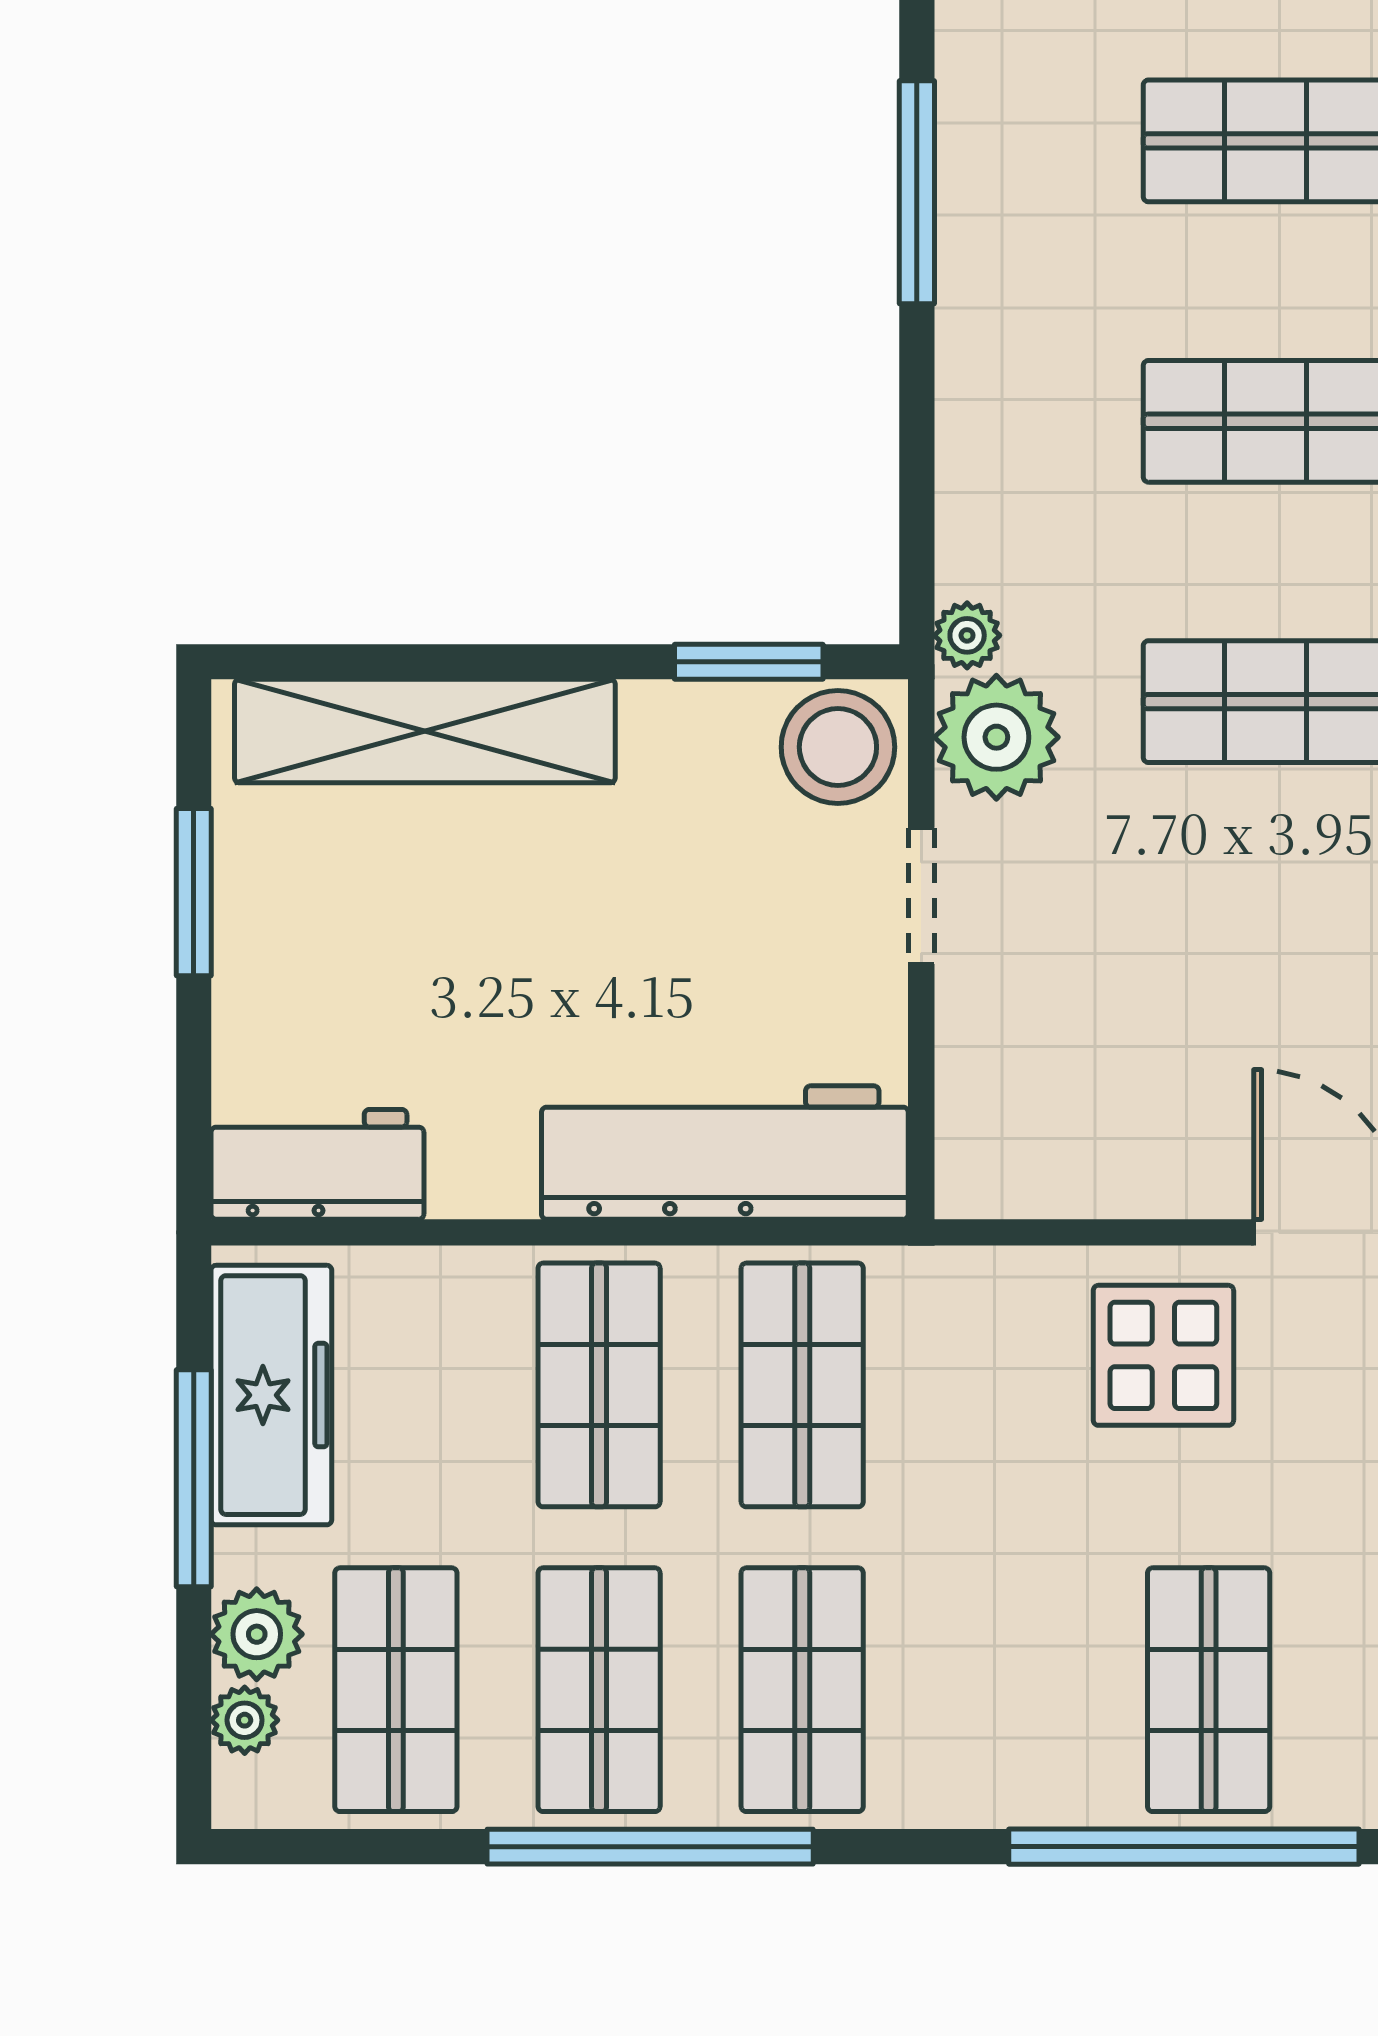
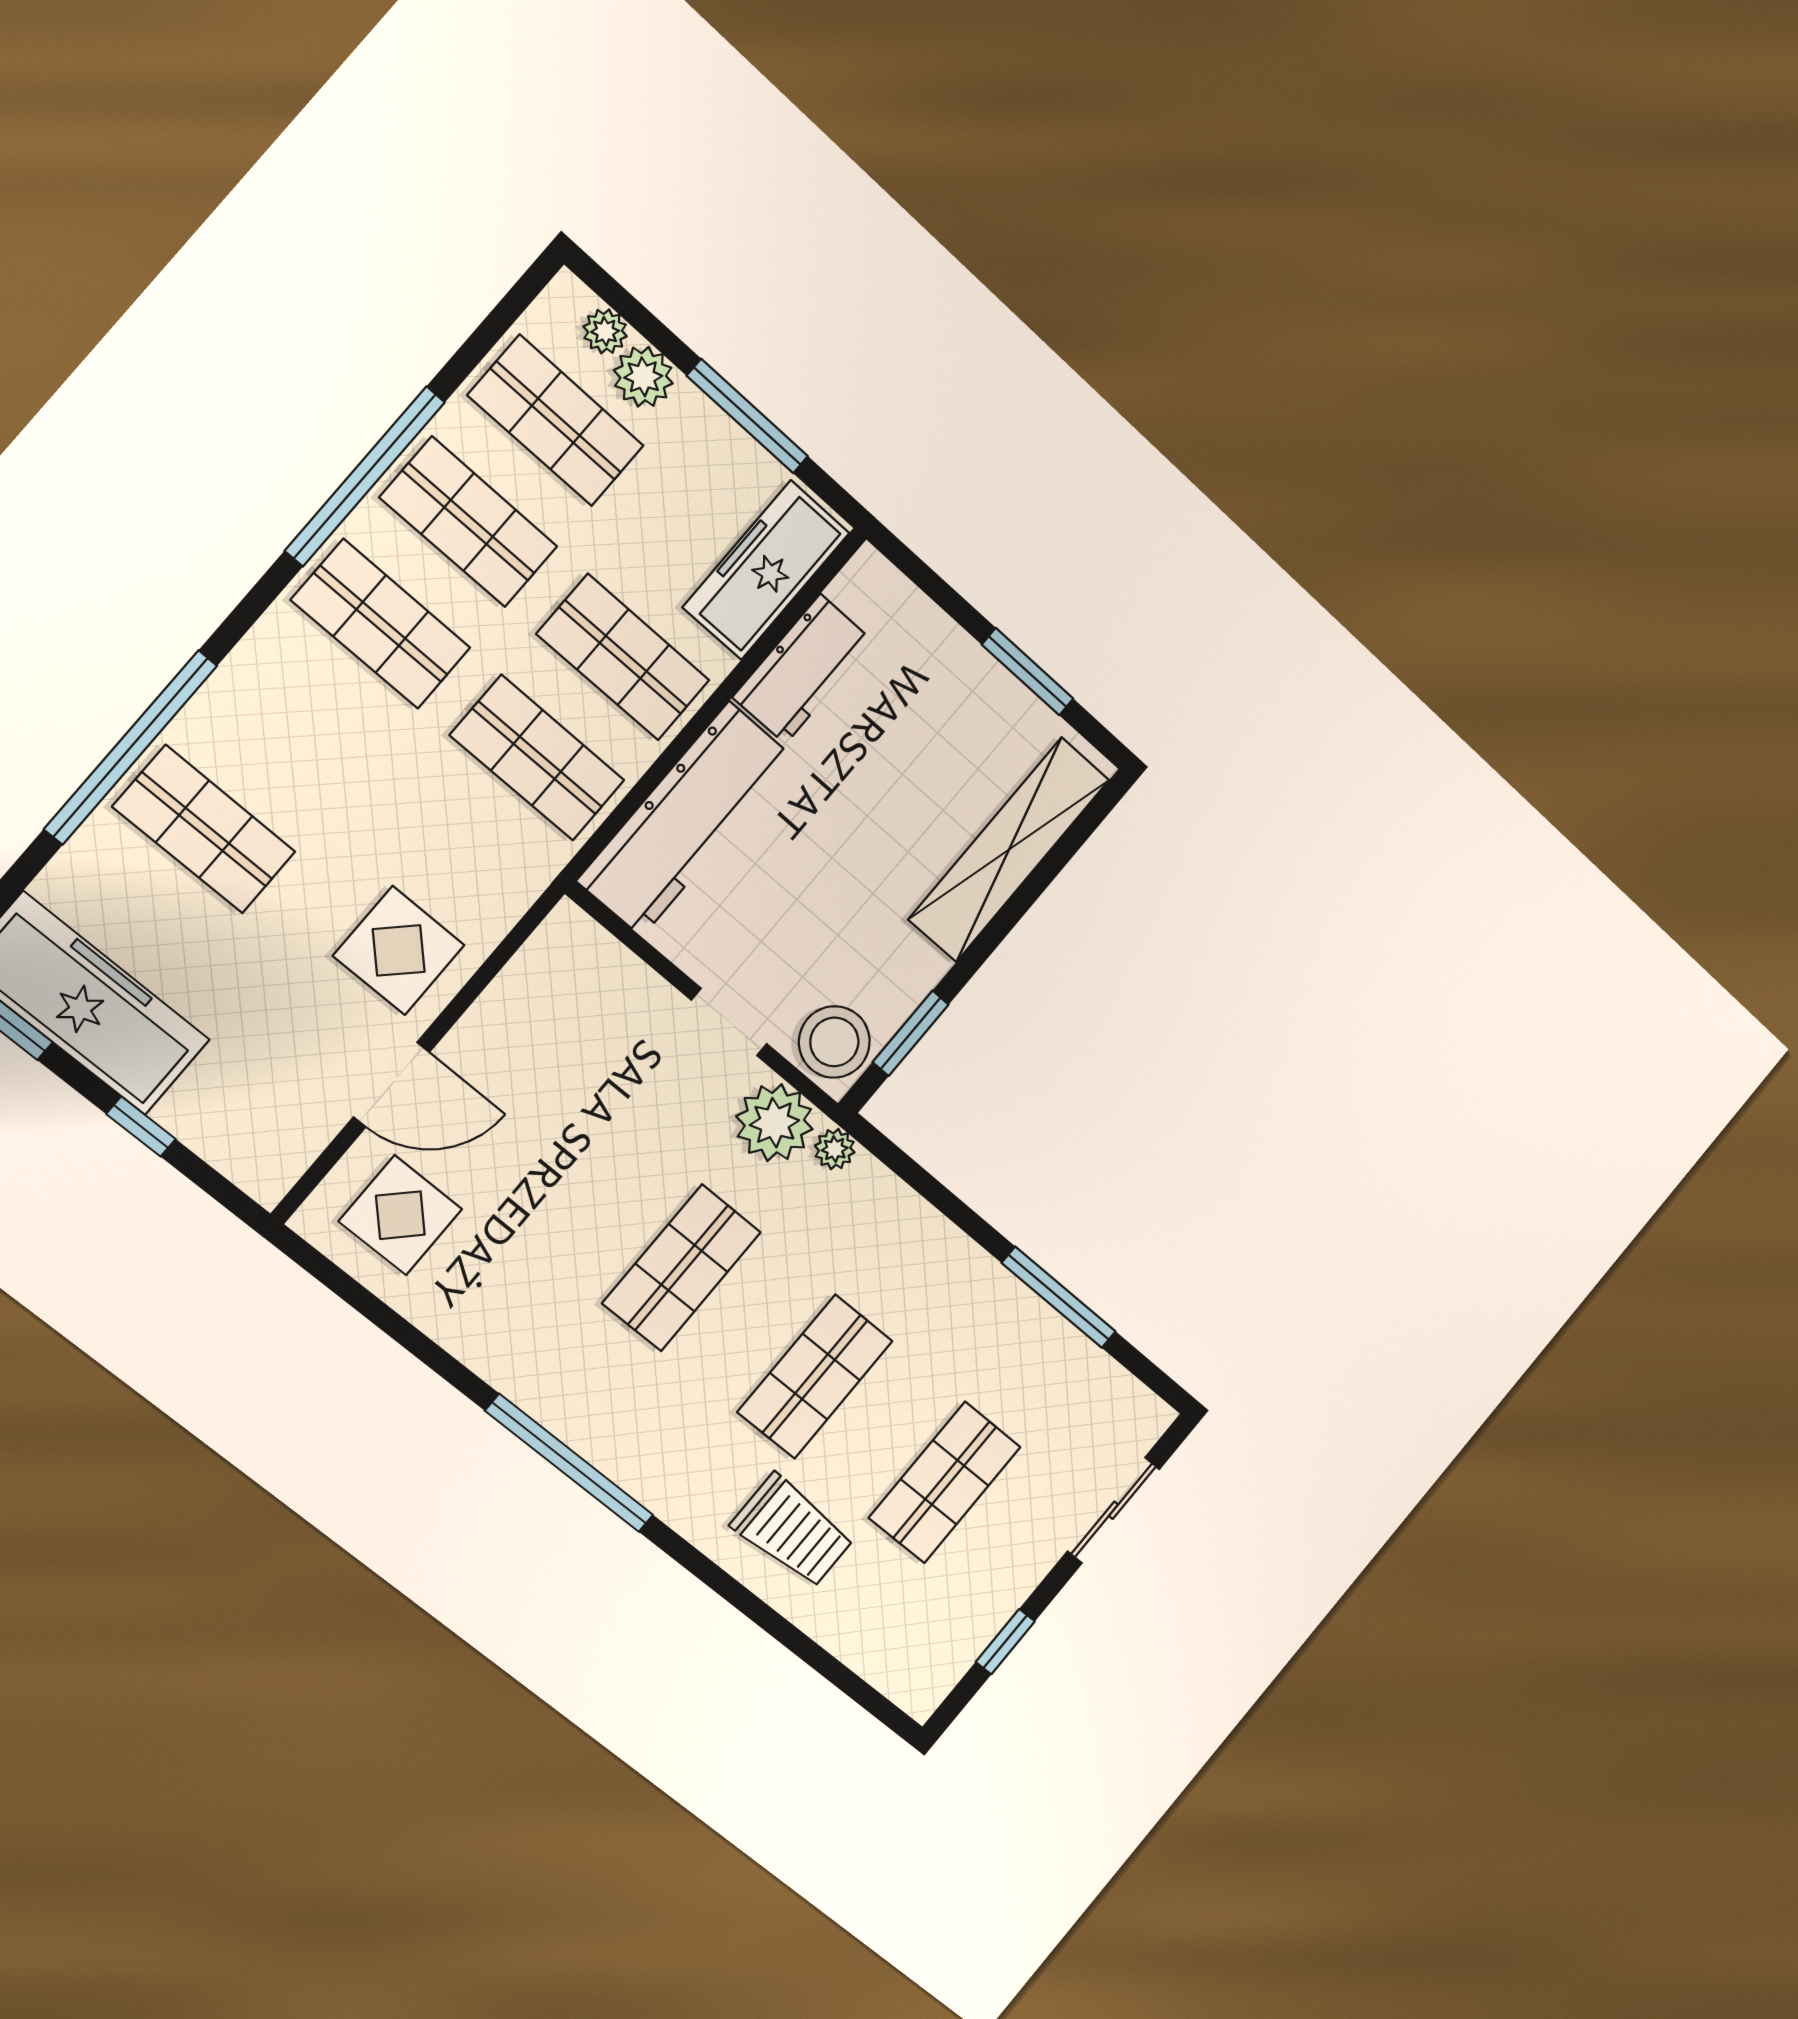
workbench: (317, 1164) -> (803, 669), moved
freezer: (271, 1395) -> (766, 570), moved, turned 90

